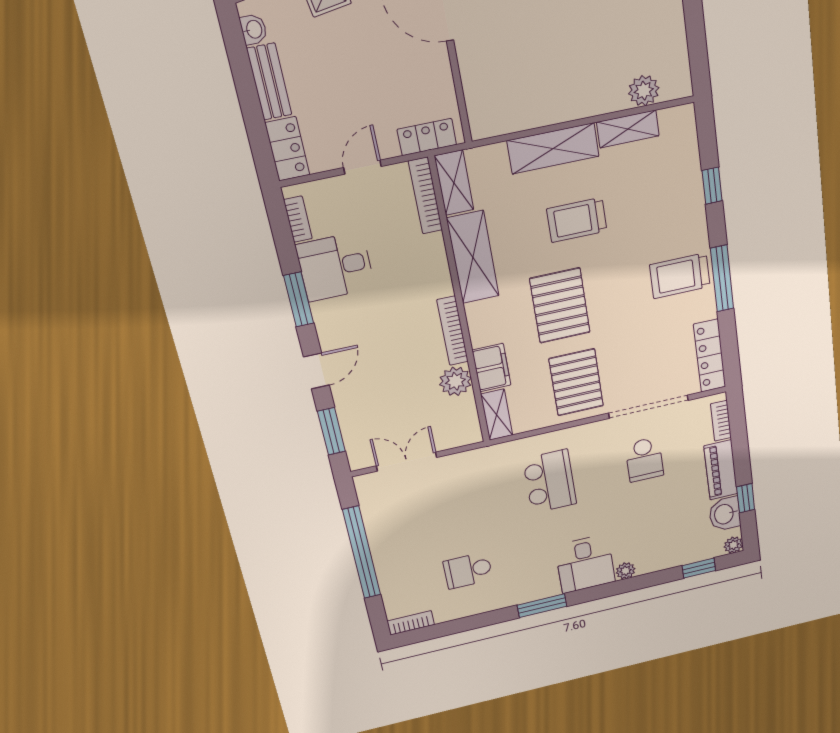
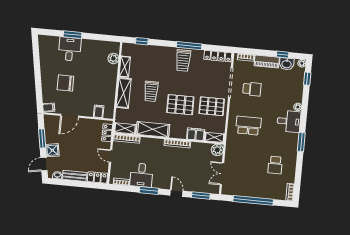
filing cabinet: (482, 94) -> (99, 111), added
window: (712, 186) -> (142, 41), moved
plant: (455, 381) -> (217, 150), moved

